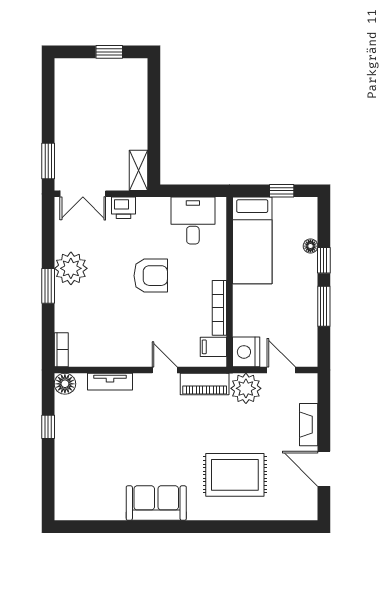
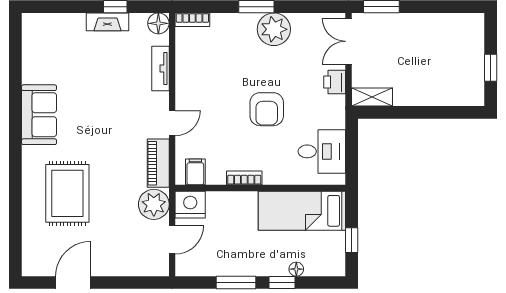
bookcase: (219, 308) -> (244, 178), width x0.64
fireplace: (309, 425) -> (107, 22), moved, turned 180

